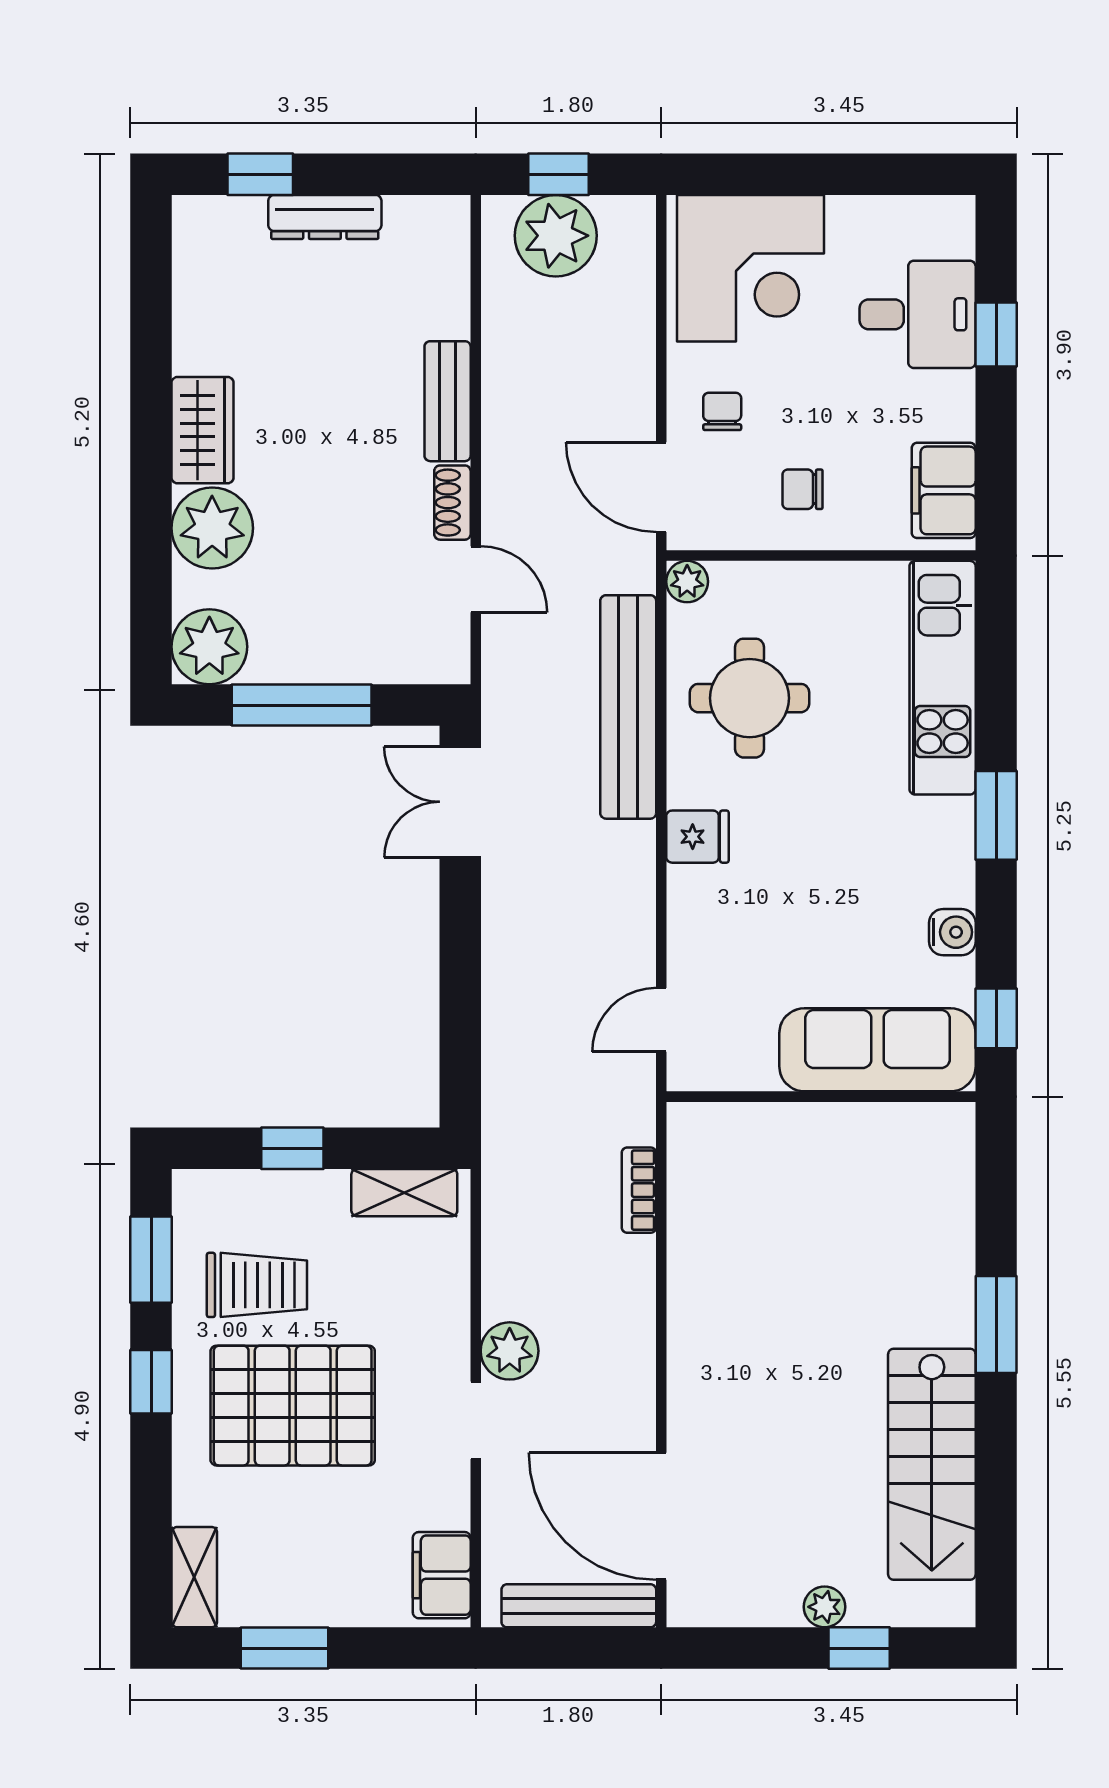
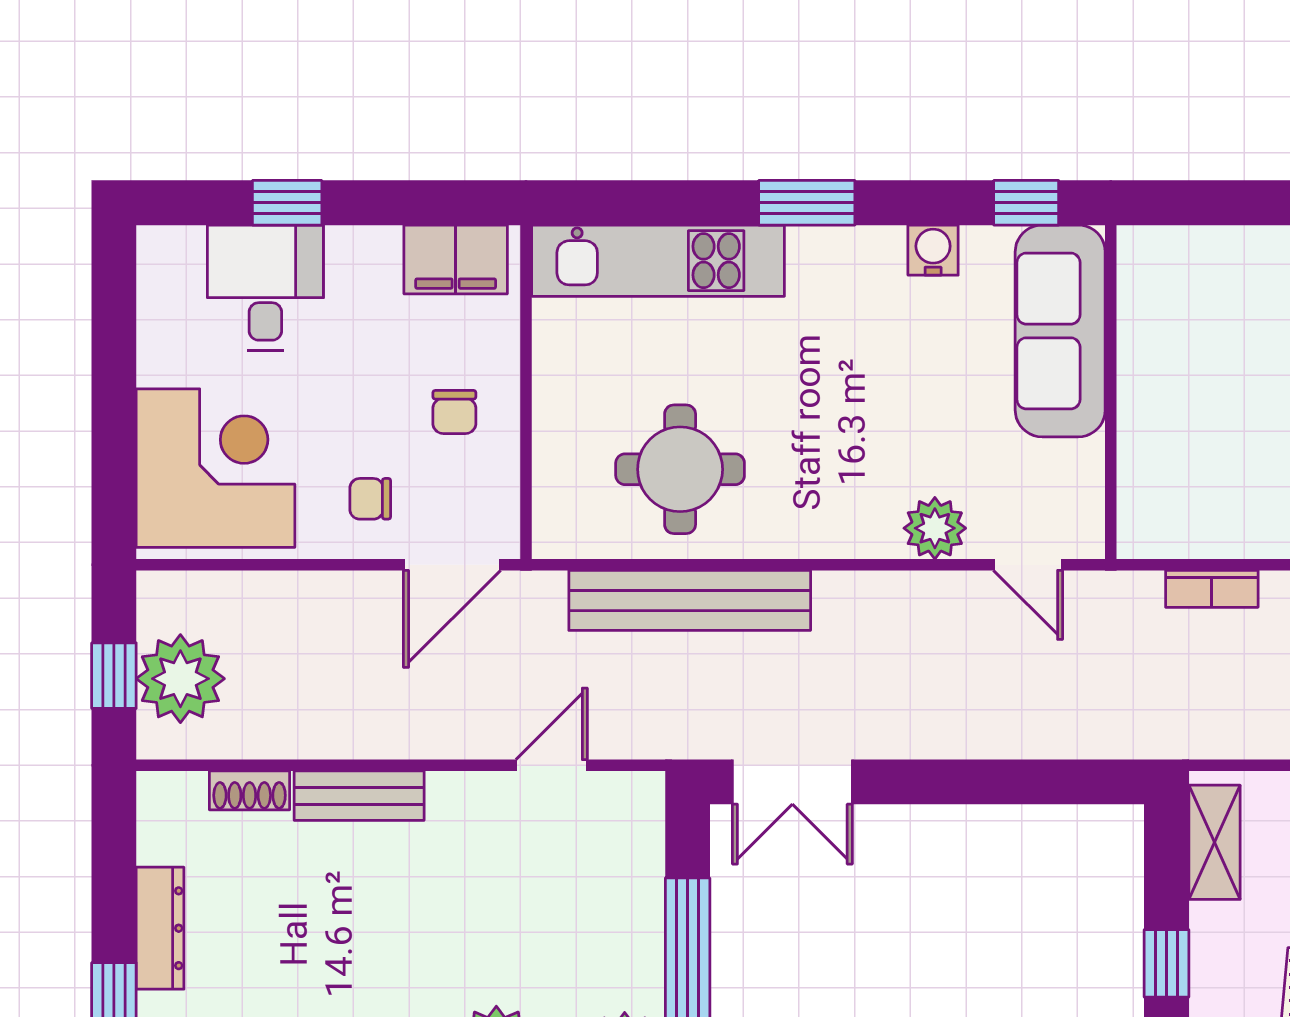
shoe rack: (452, 503) -> (250, 790), moved
plant: (687, 582) -> (935, 528), moved, width x1.38, depth x1.38
fridge: (698, 837) -> (830, 525), removed

